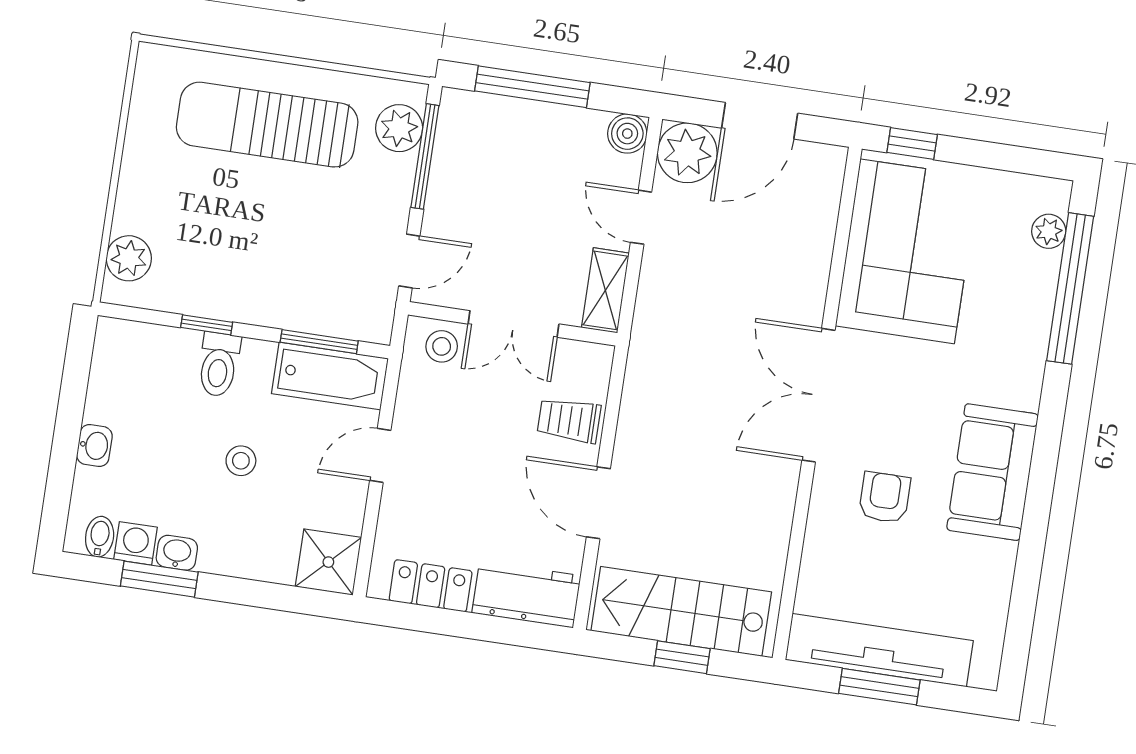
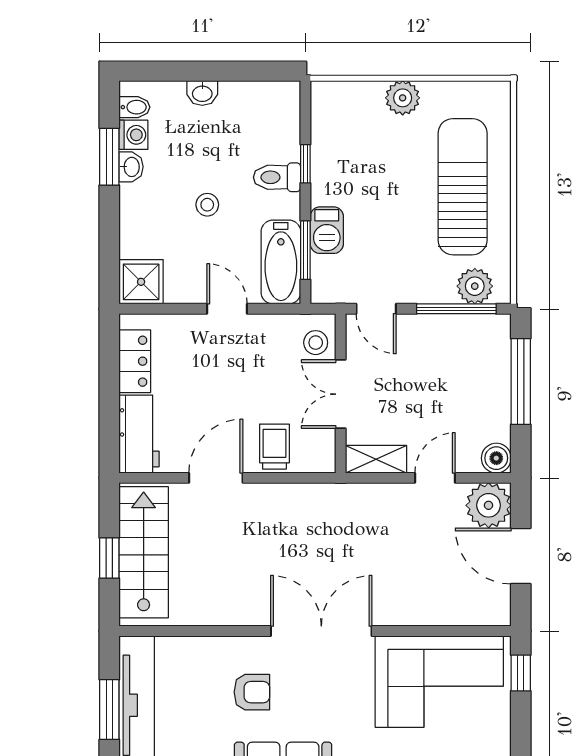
plant: (129, 258) -> (403, 98), moved
barbecue: (297, 310) -> (327, 230), added

